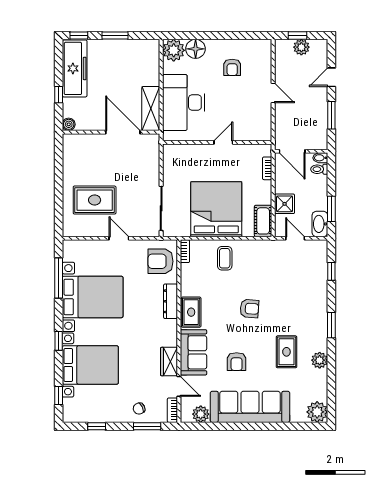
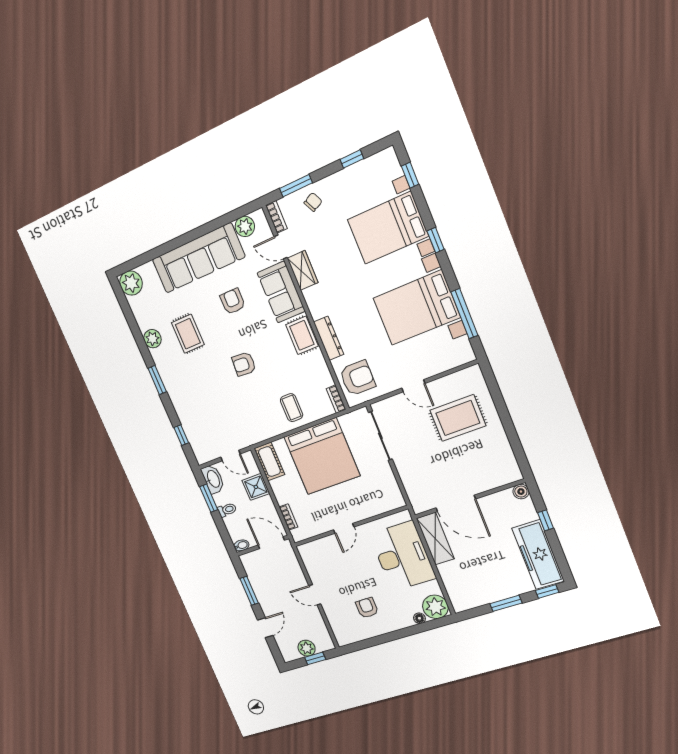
floor lamp: (196, 49) -> (419, 618), width x0.53, depth x0.53
toilet: (319, 169) -> (227, 510), moved

